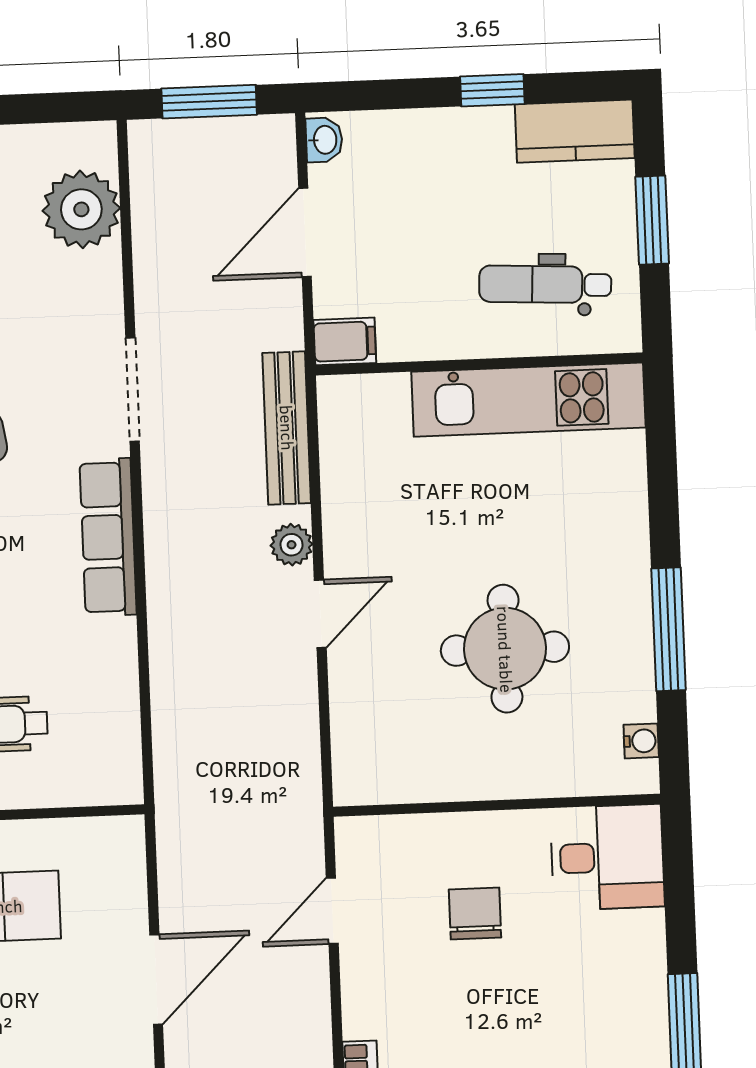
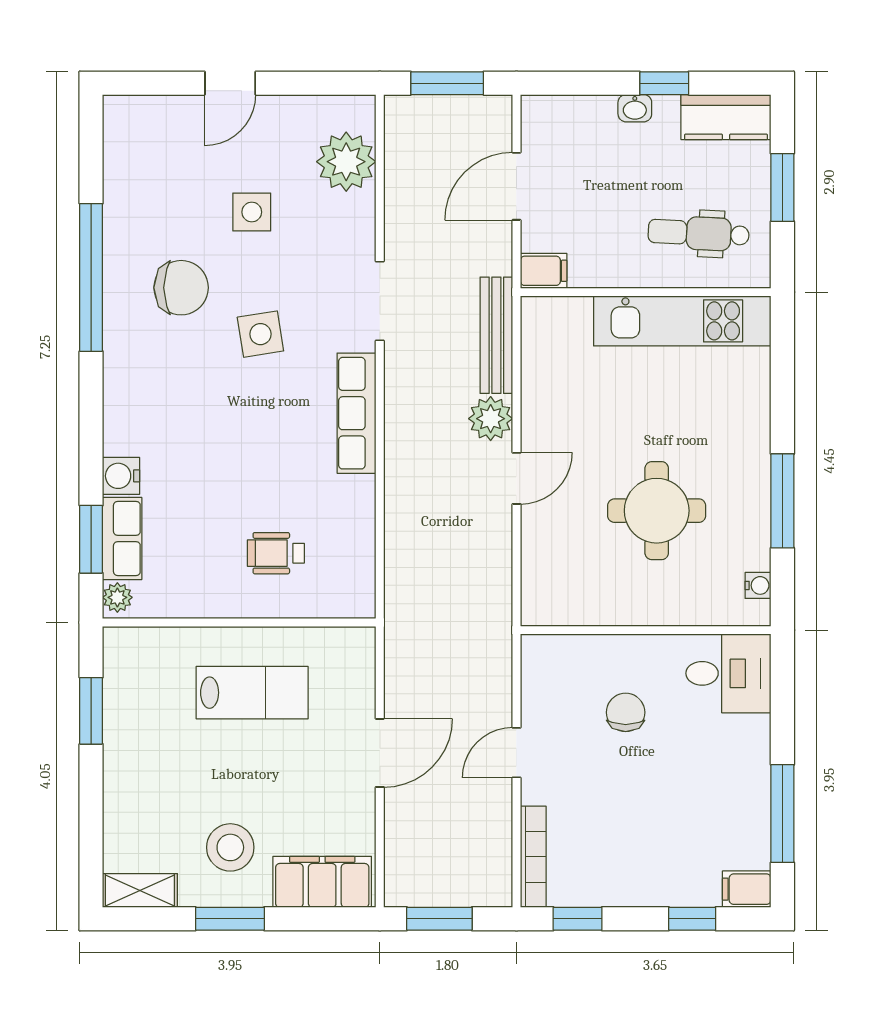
washbasin: (324, 140) -> (635, 108), moved, turned 90
plant: (292, 545) -> (491, 419), width x1.38, depth x1.38
door: (332, 911) -> (516, 753), moved

